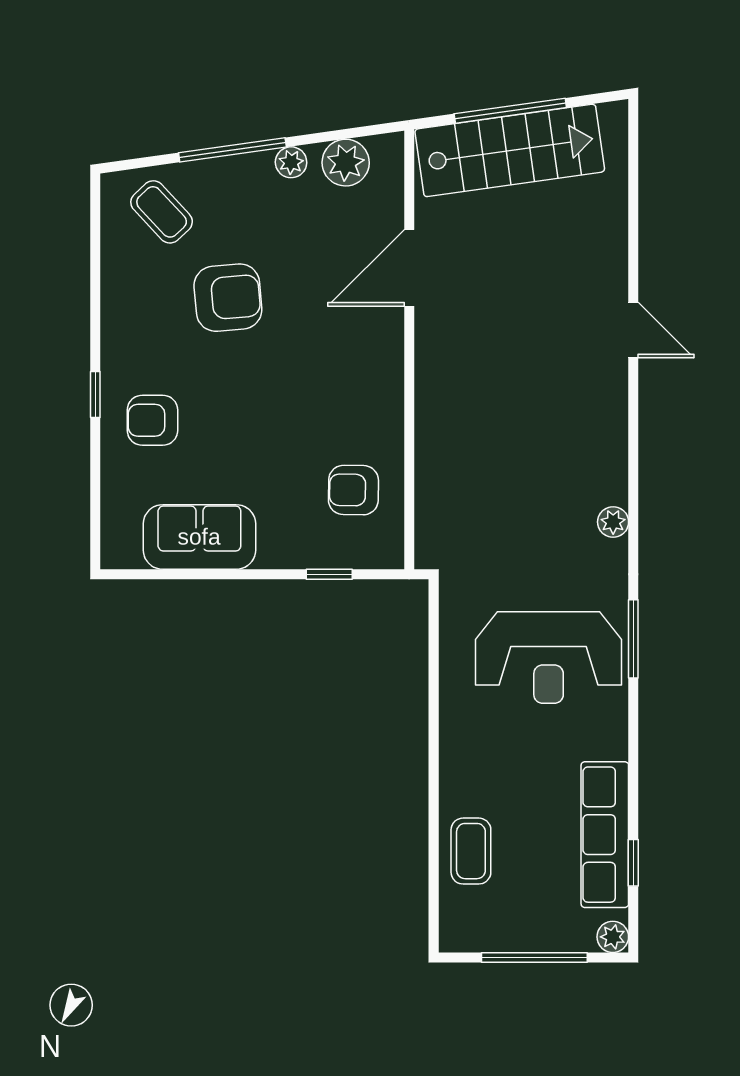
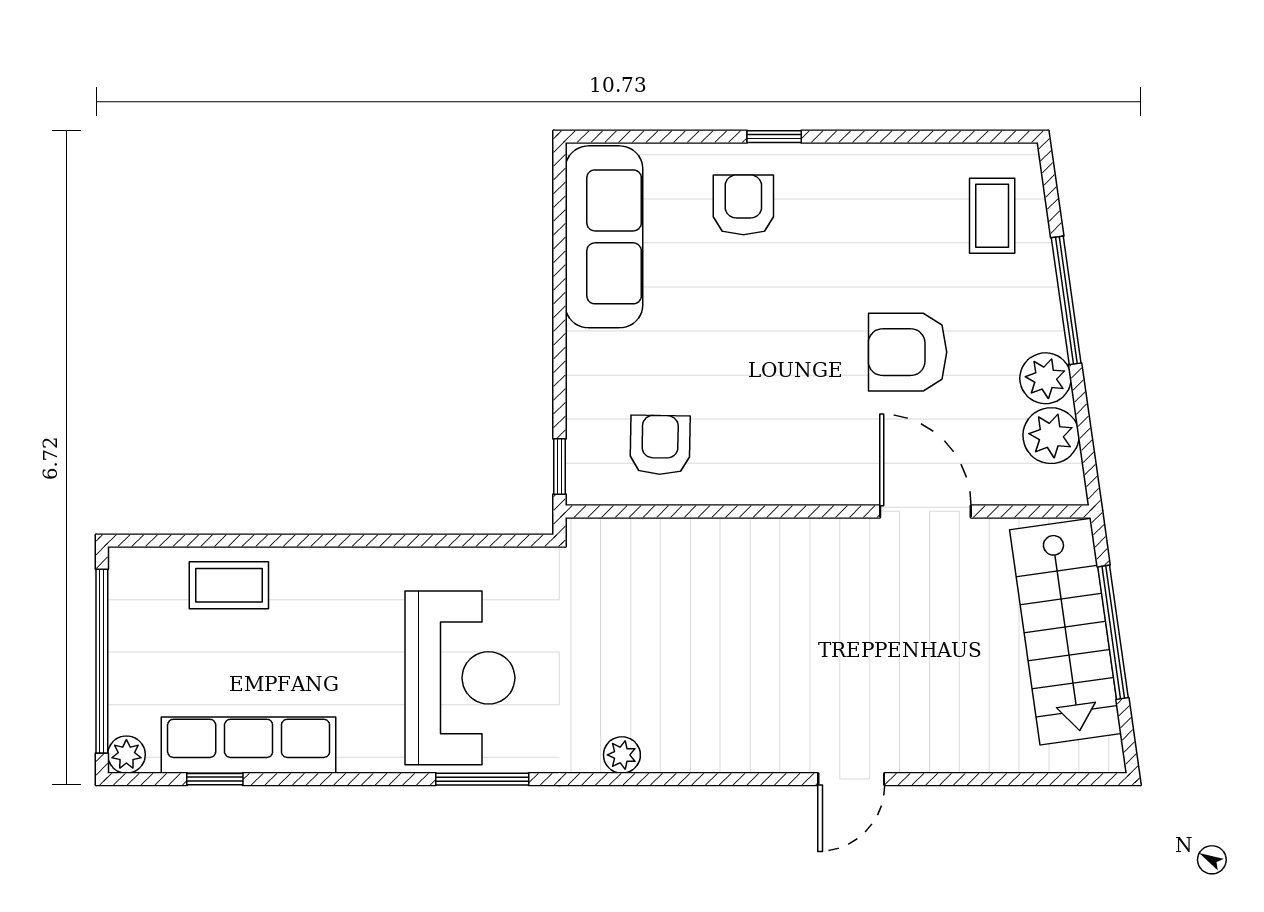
plant: (291, 162) -> (1046, 378), width x1.38, depth x1.38
coffee table: (162, 212) -> (992, 216), turned -47
armchair: (228, 298) -> (908, 352), moved, turned 95
sofa: (199, 537) -> (604, 237), width x1.36
window: (329, 574) -> (559, 466), moved
reception desk: (549, 658) -> (460, 678), turned 180
window: (534, 957) -> (102, 661), width x1.46

